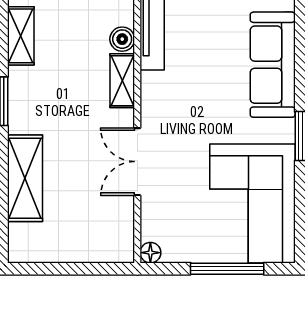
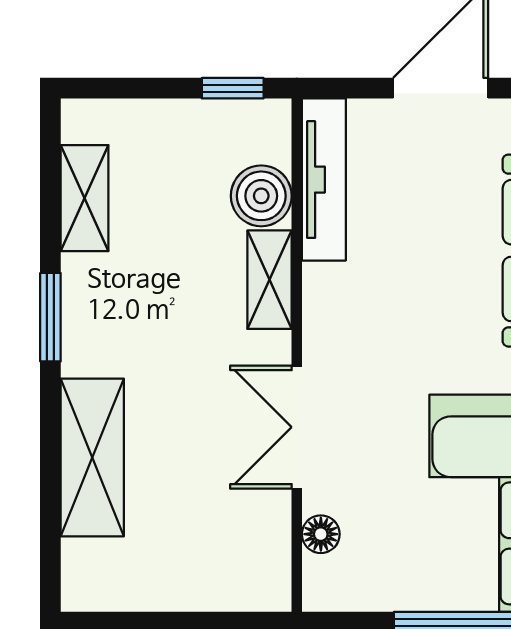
boiler: (122, 39) -> (261, 196), width x1.36, depth x1.36
floor lamp: (150, 253) -> (321, 534), moved

